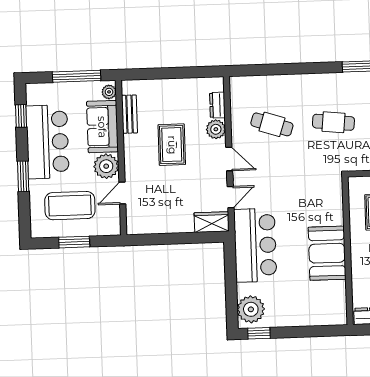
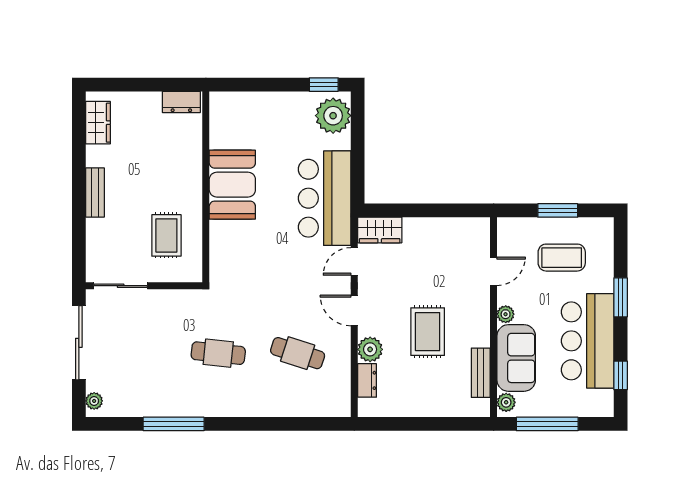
plant: (106, 166) -> (506, 314), width x0.53, depth x0.53
coffee table: (70, 206) -> (562, 258), width x0.73, depth x0.76

